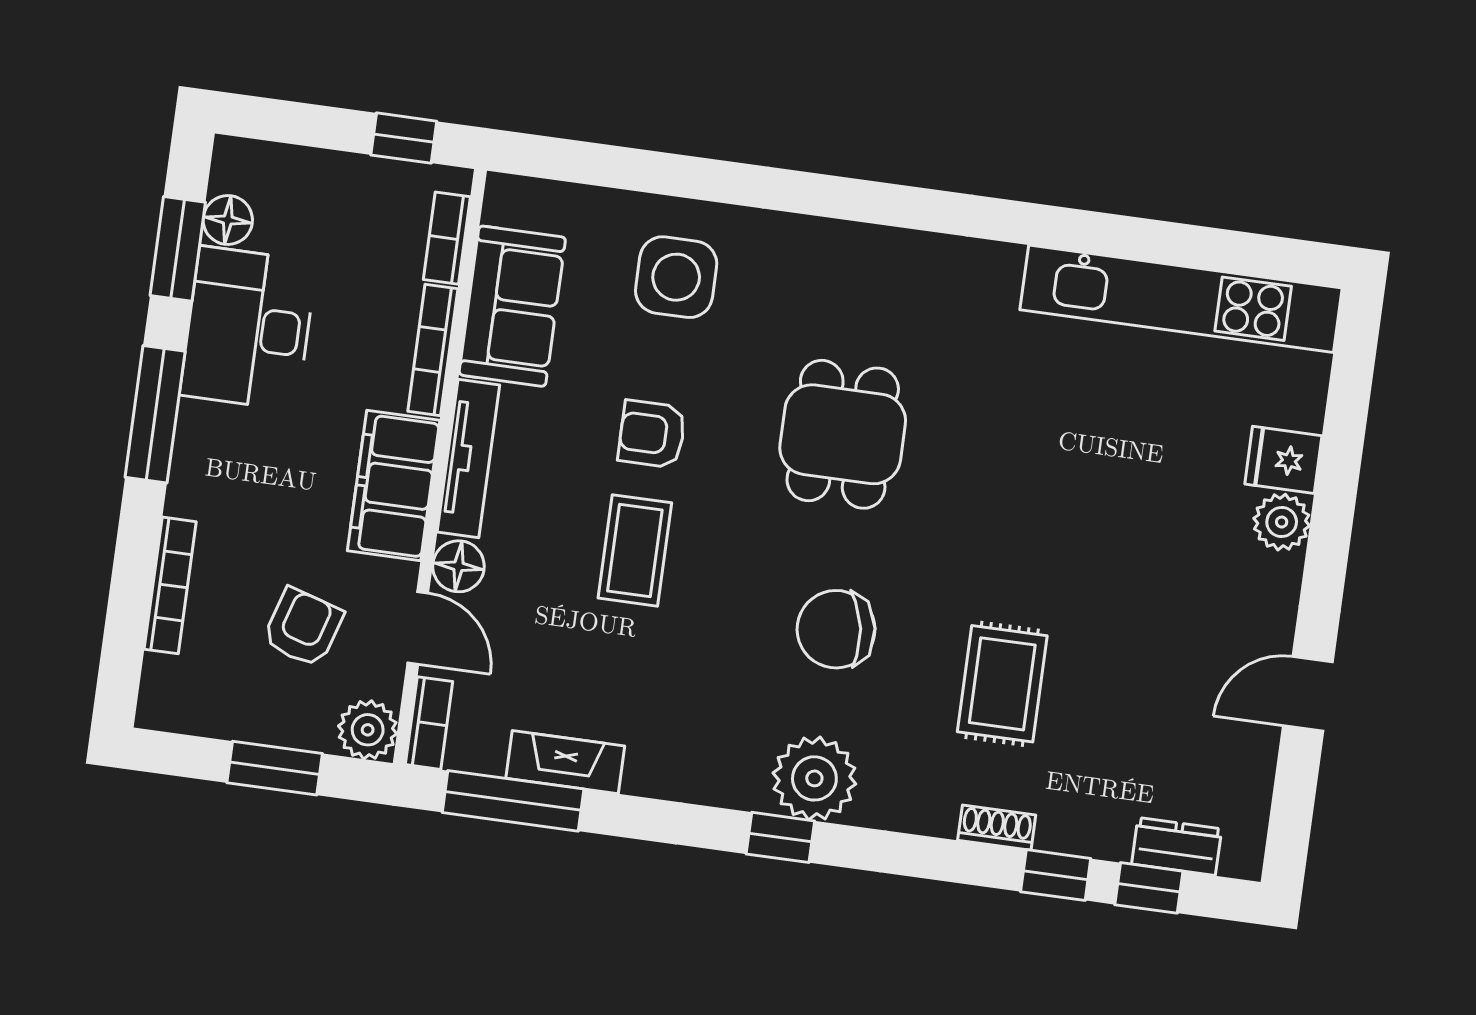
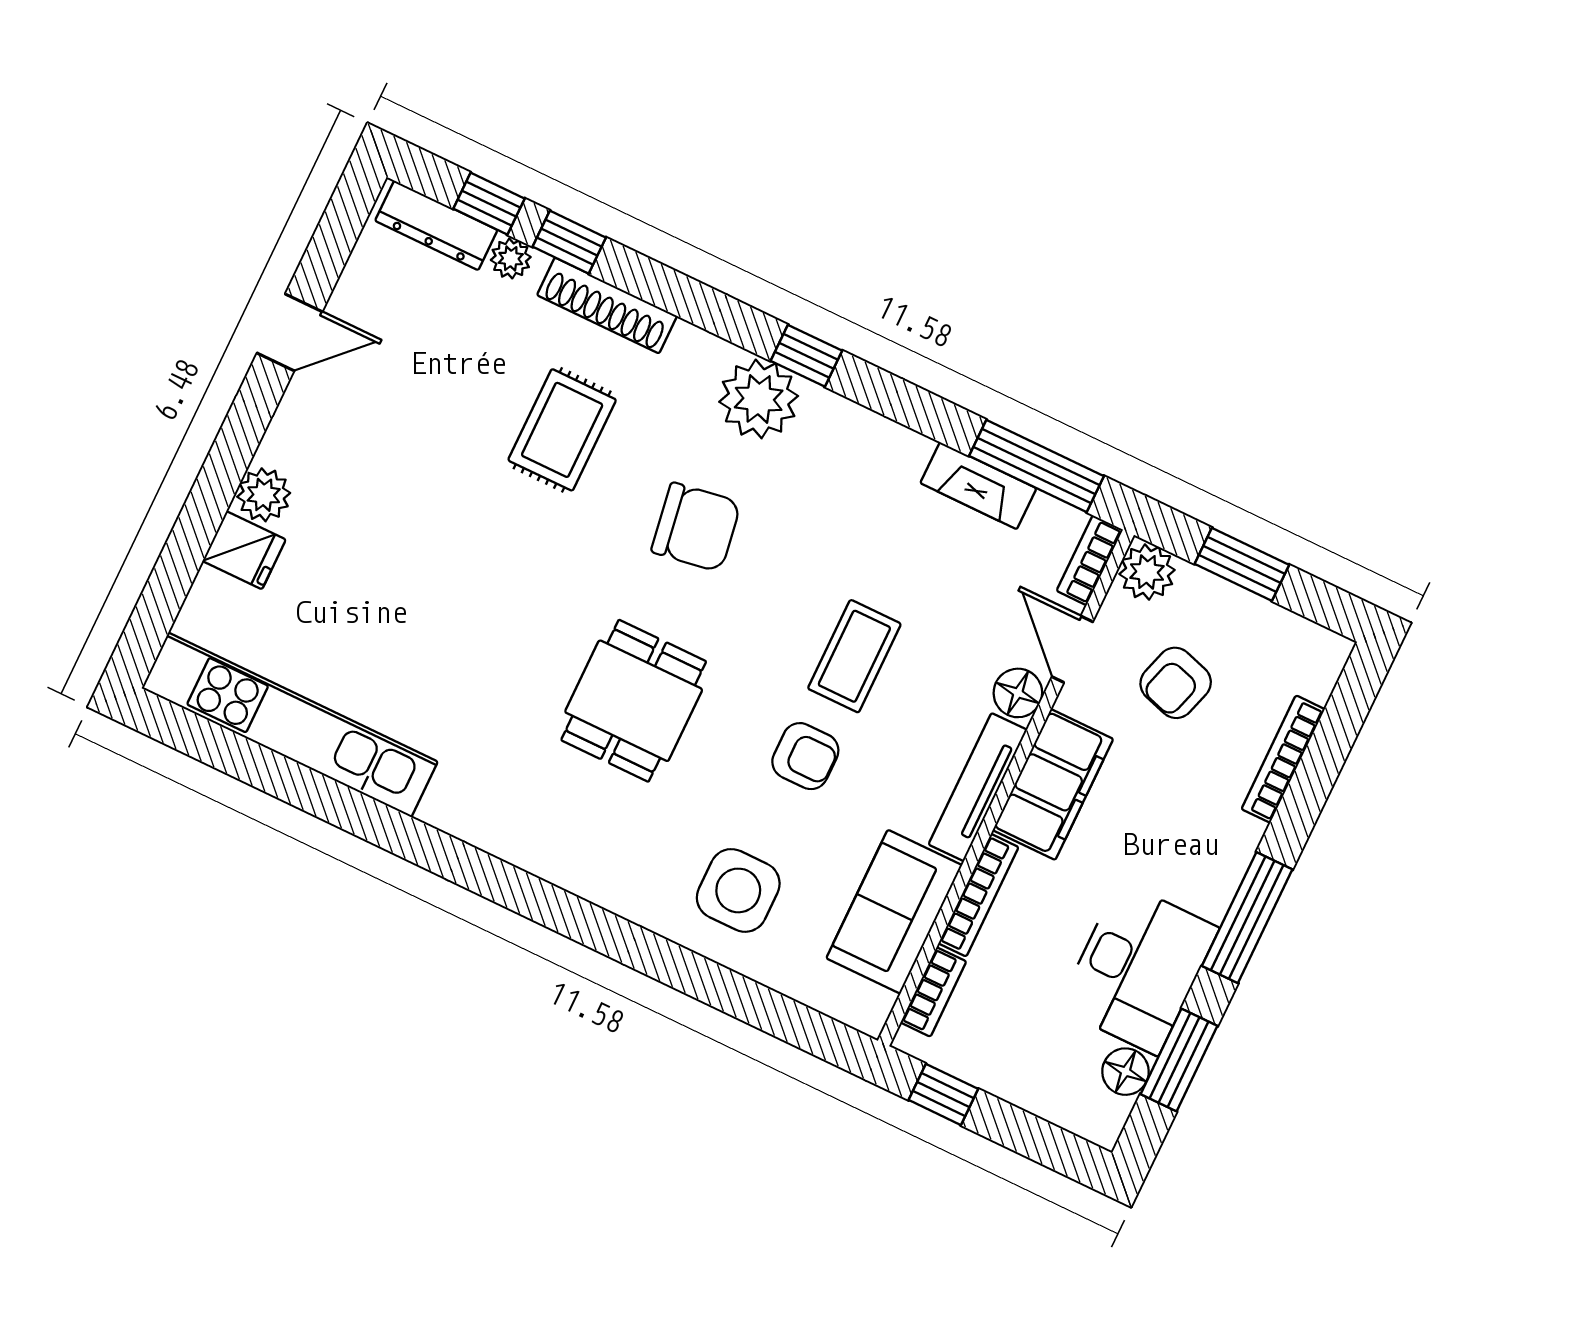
shoe rack: (997, 828) -> (607, 306), width x1.94, depth x1.24
plant: (1109, 840) -> (511, 259), added
dresser: (1177, 846) -> (436, 225), width x1.44

